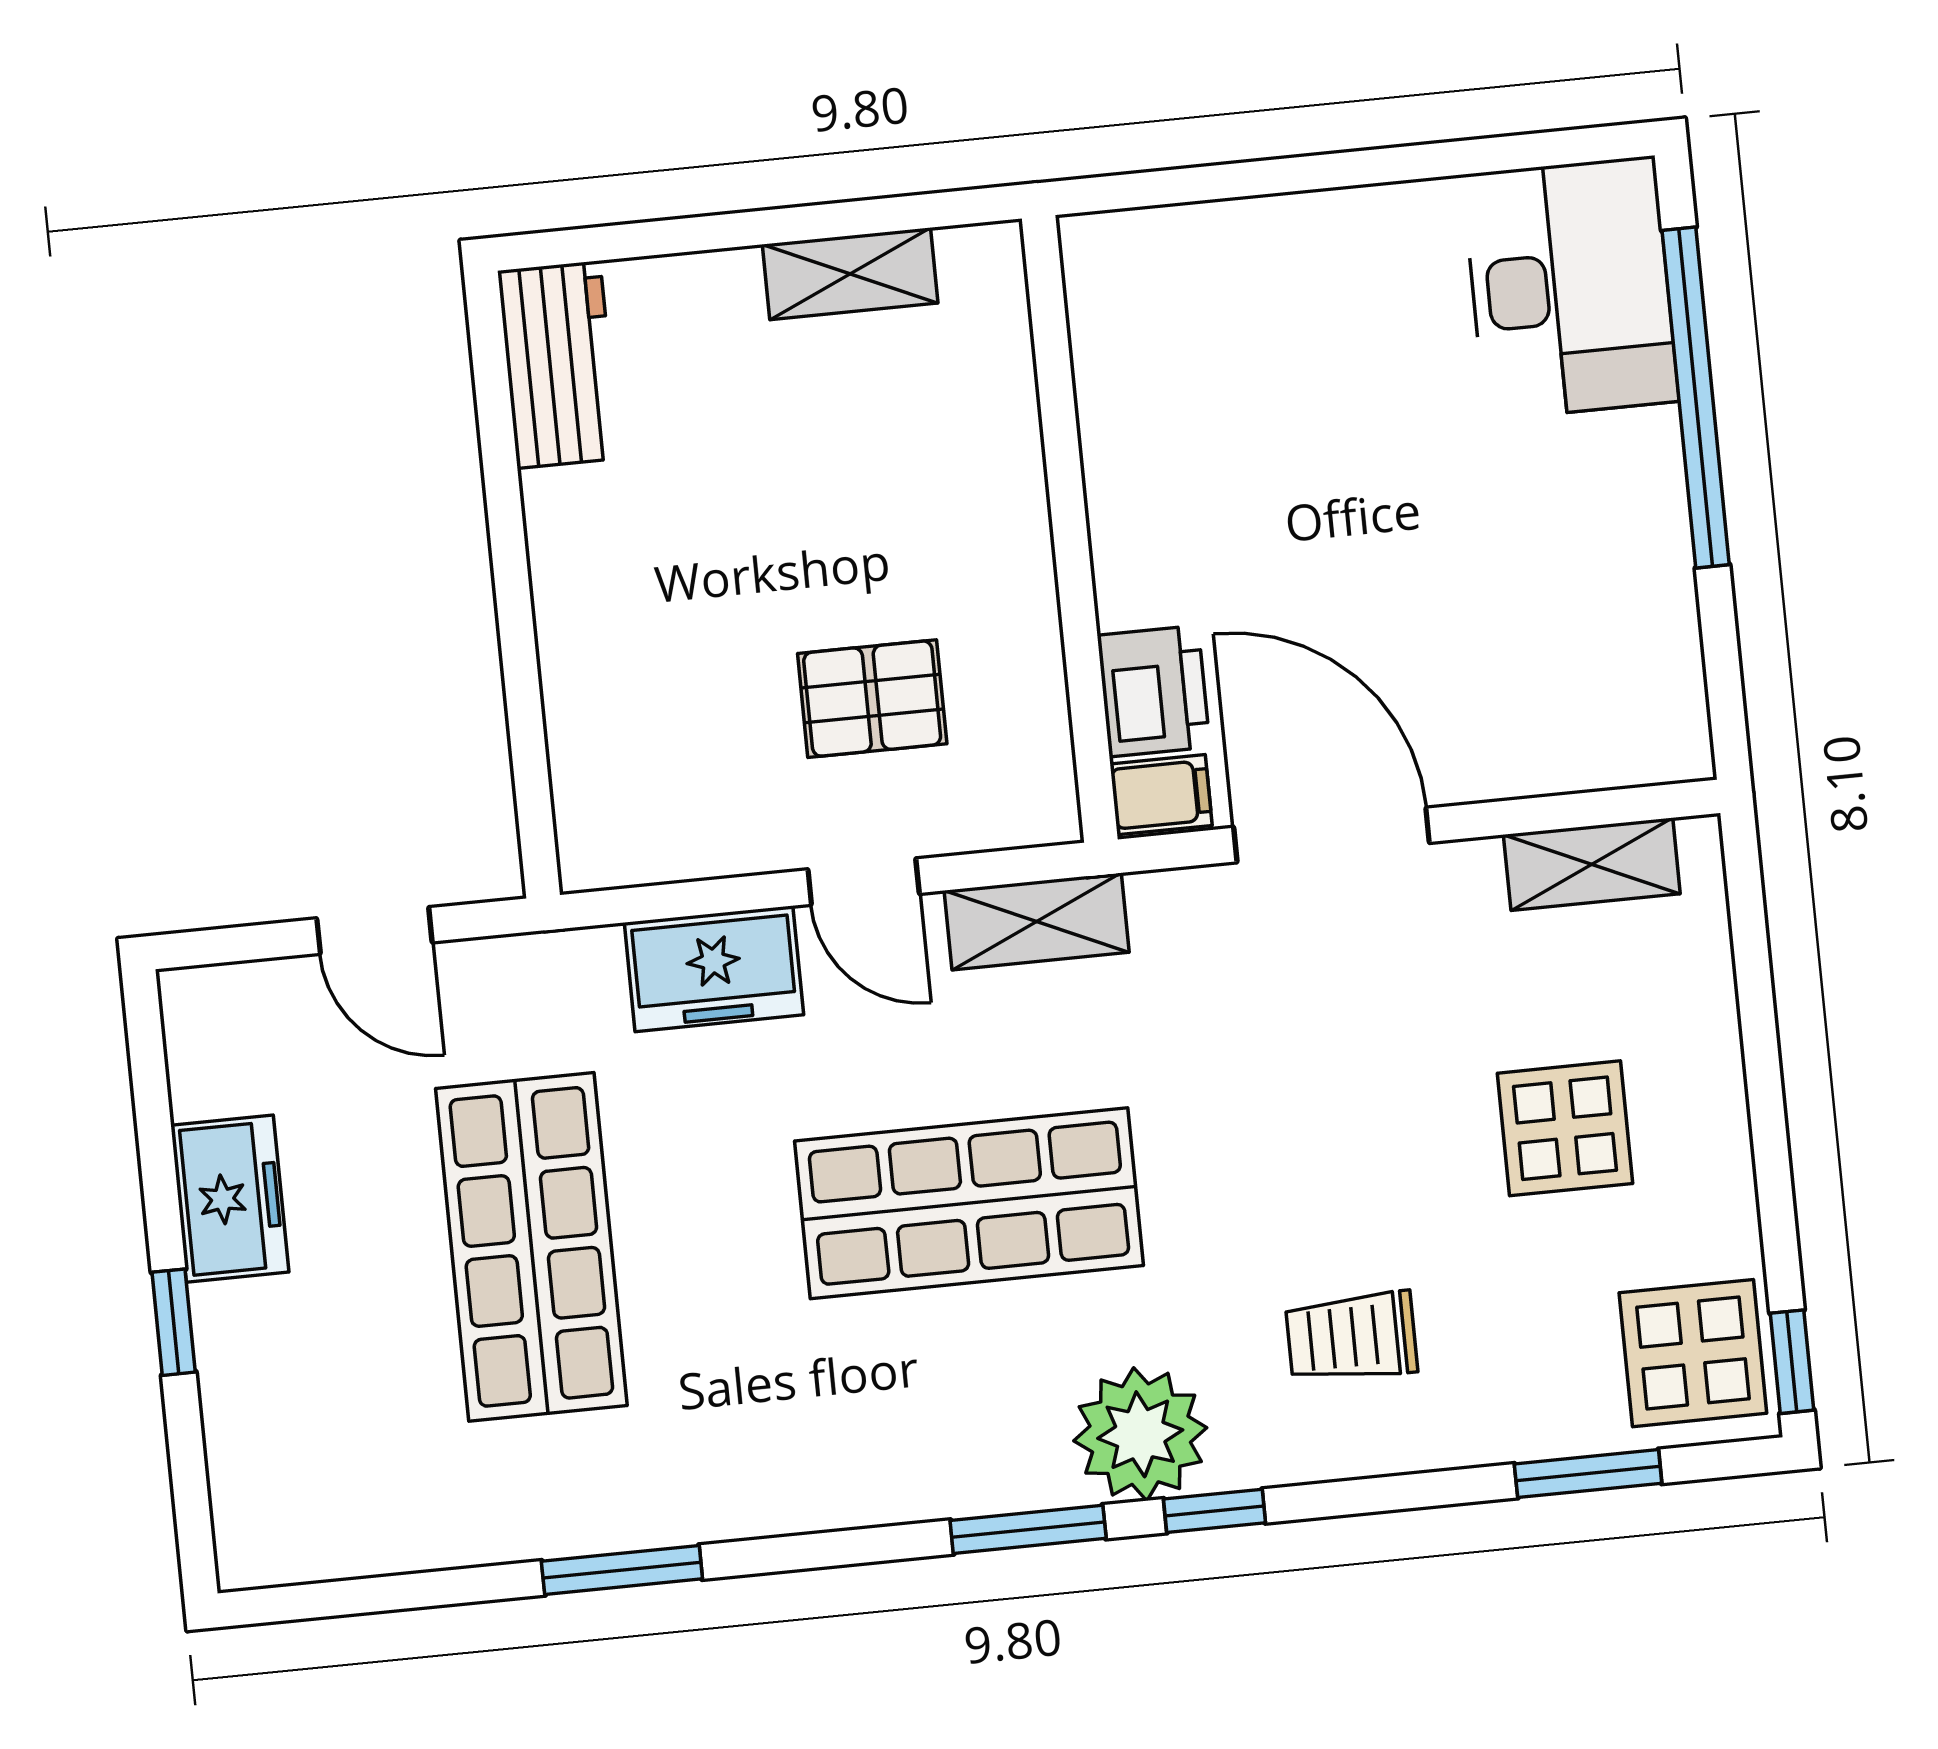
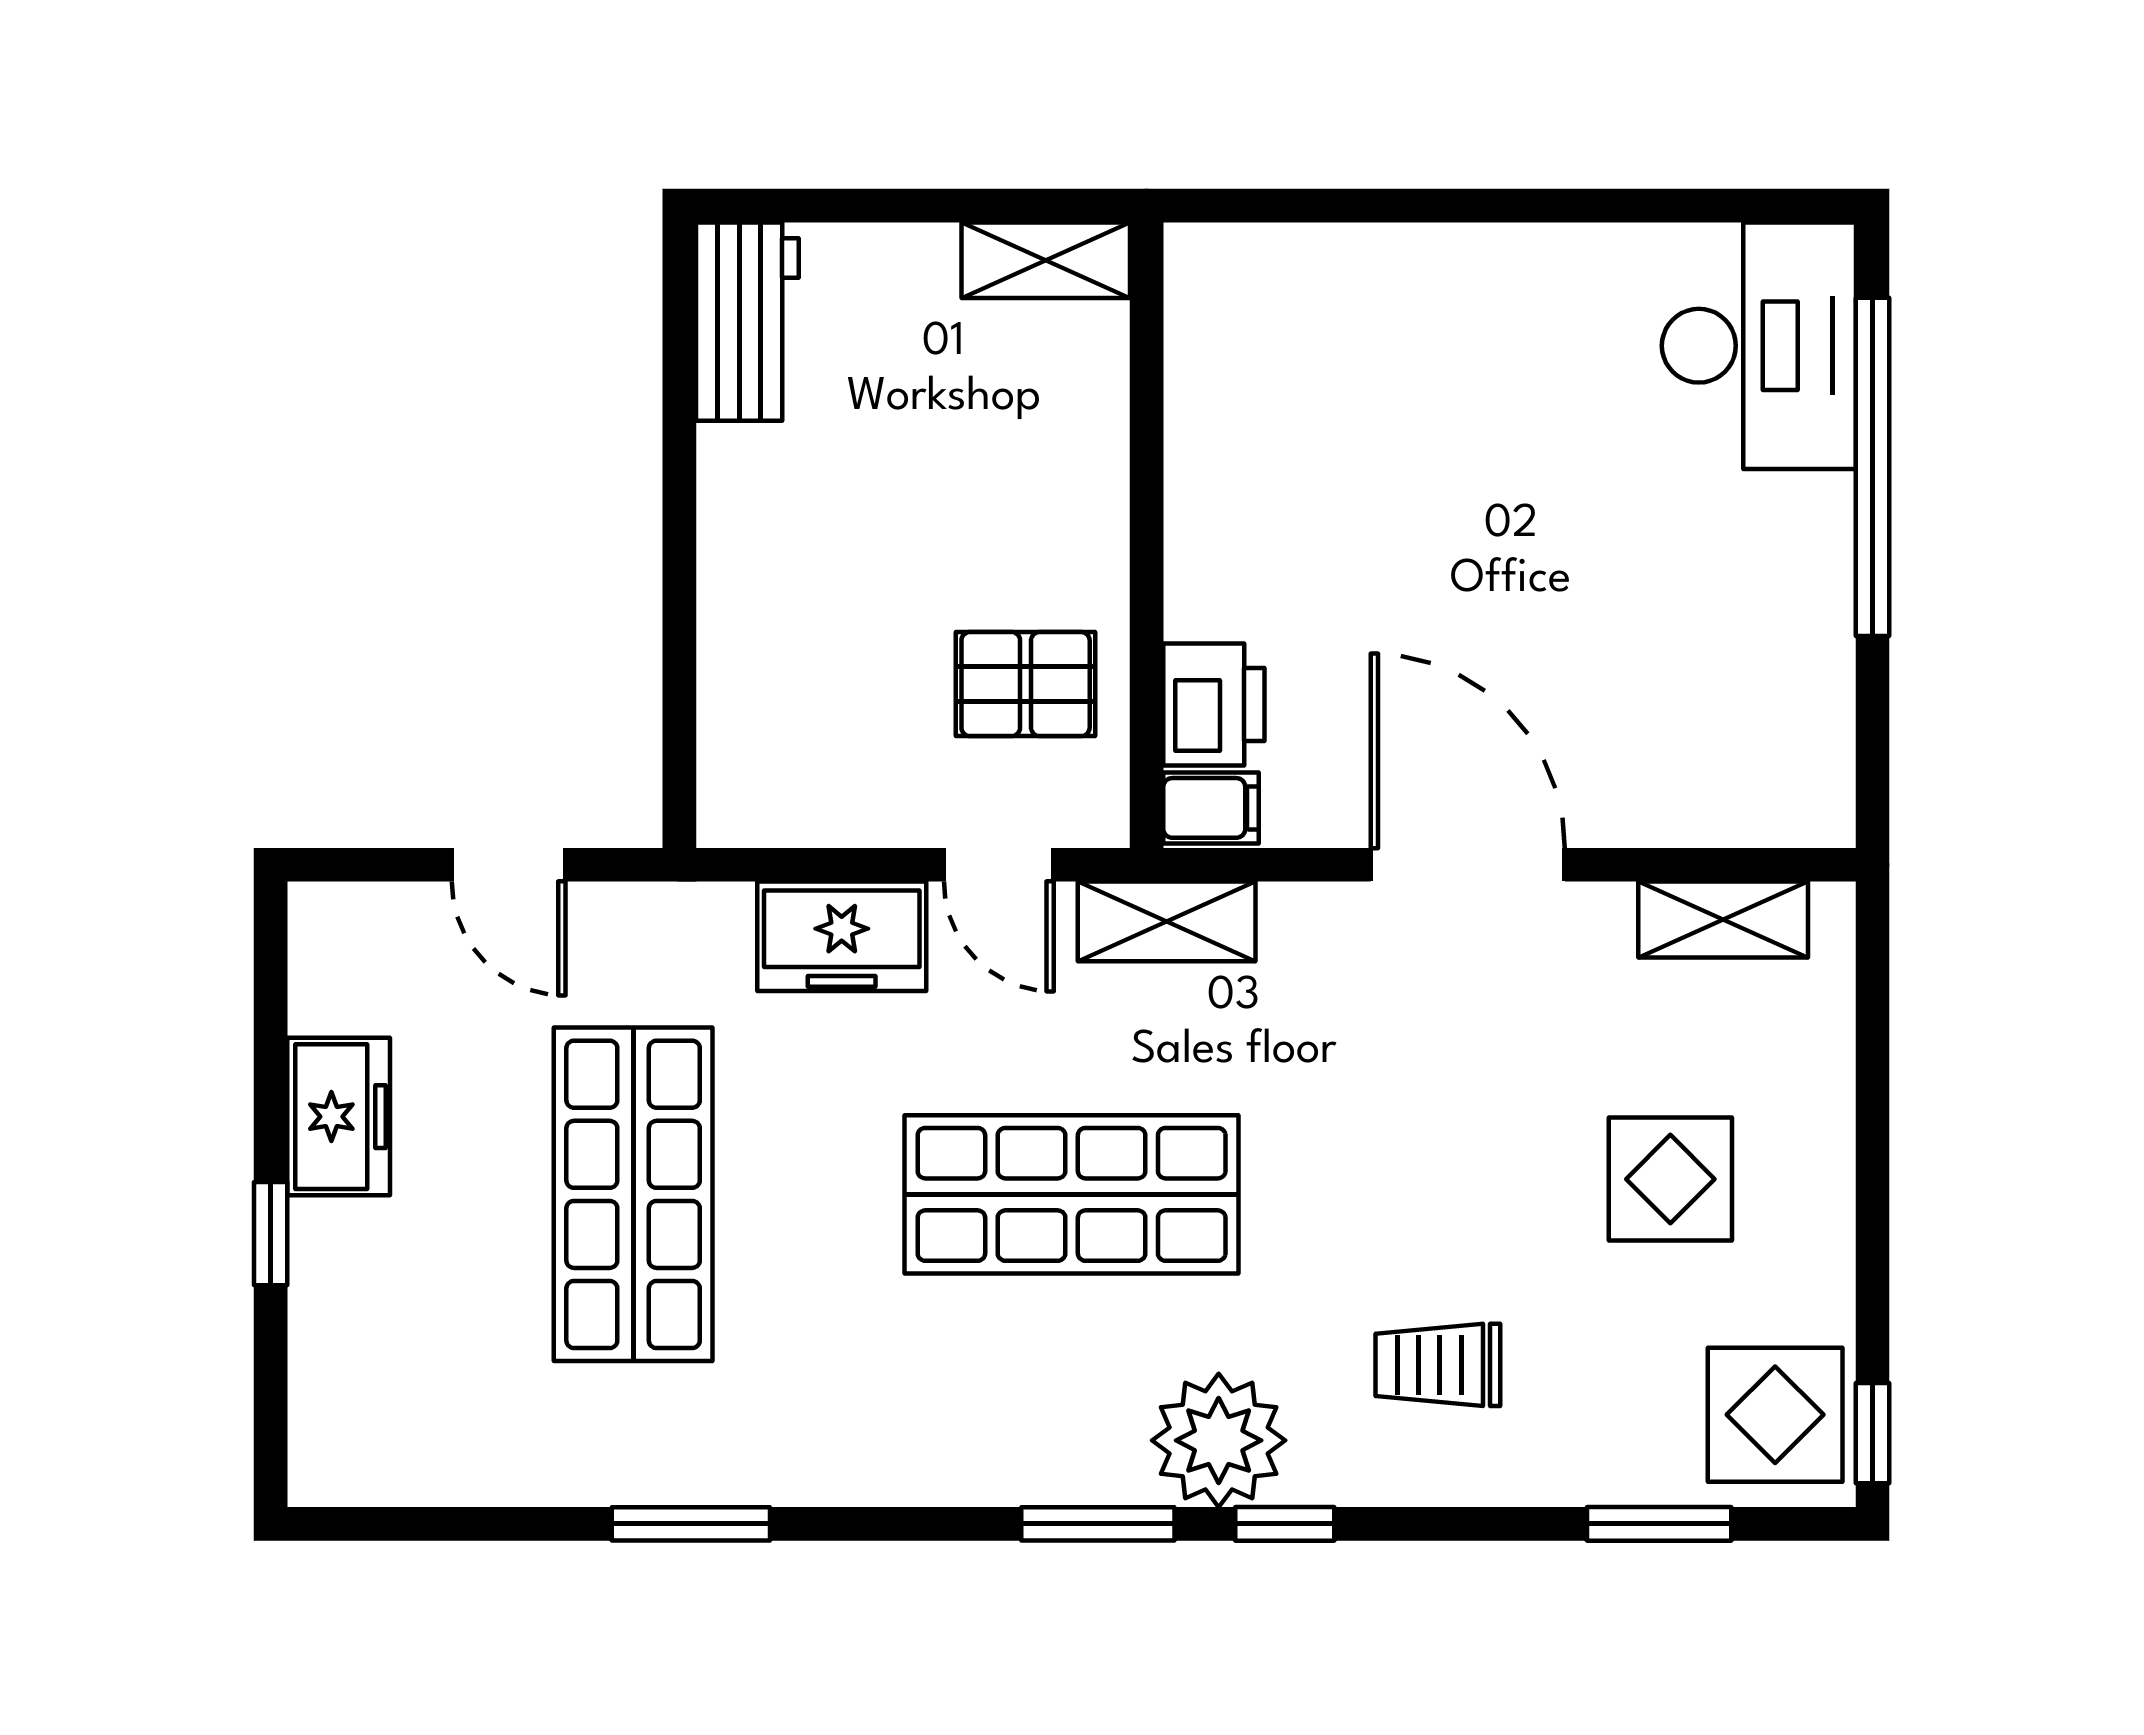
wall: (1070, 529) -> (1147, 535), moved
printer: (1154, 691) -> (1214, 705), moved
filing cabinet: (1161, 795) -> (1211, 808), moved

